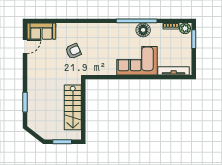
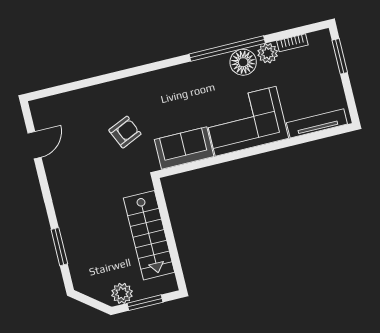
plant: (185, 28) -> (268, 53), moved
sofa: (41, 31) -> (184, 148), moved, turned 180
plant: (51, 134) -> (122, 293), added

